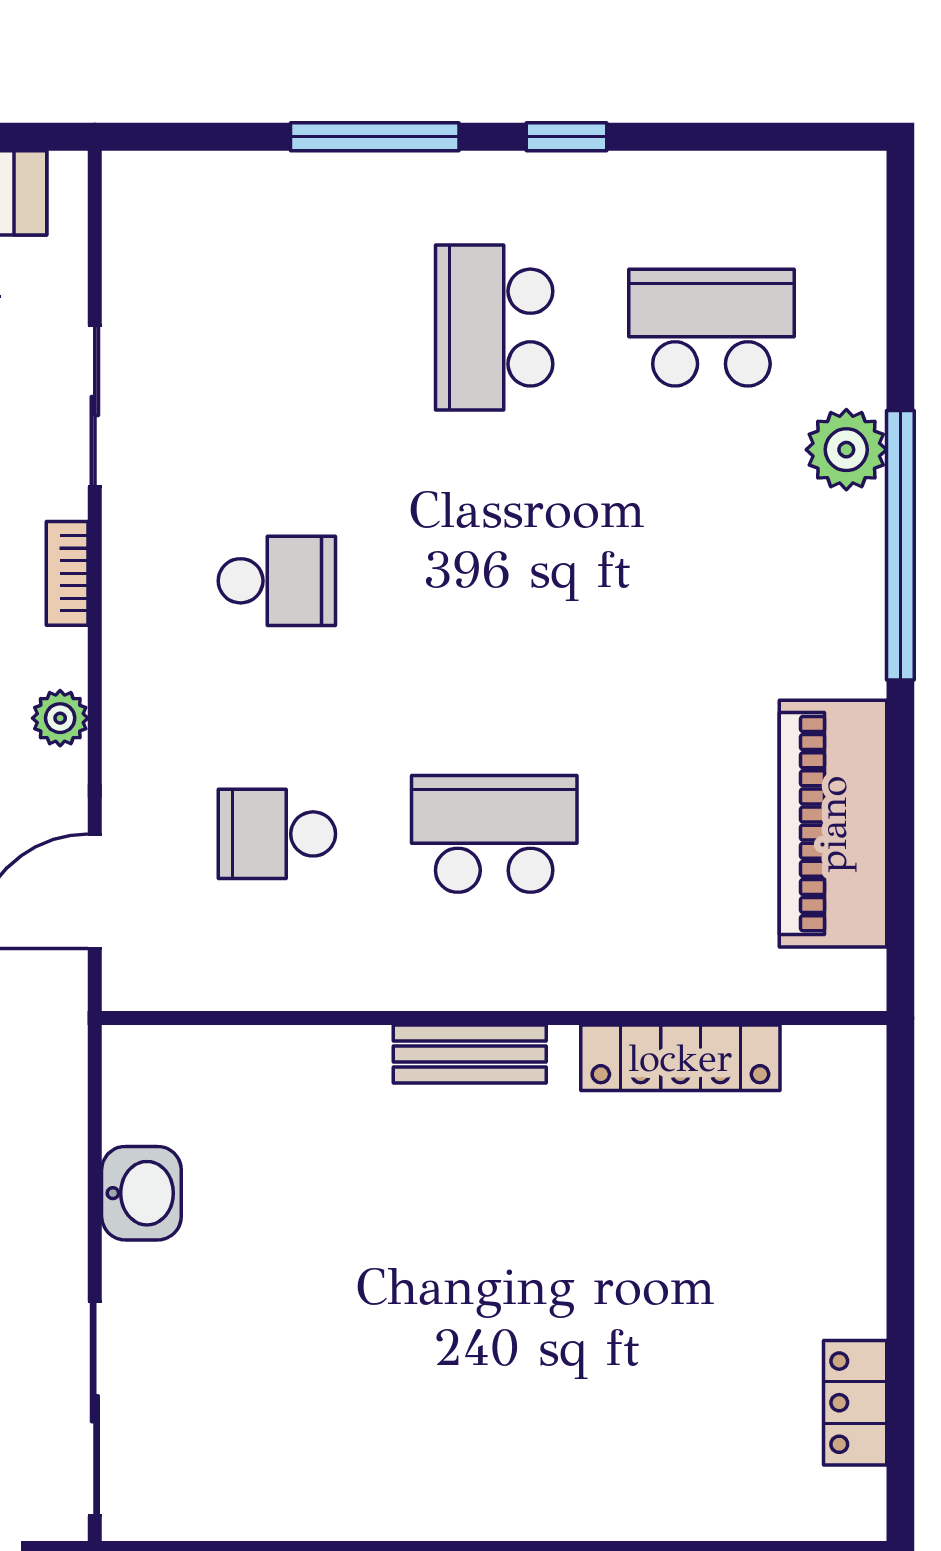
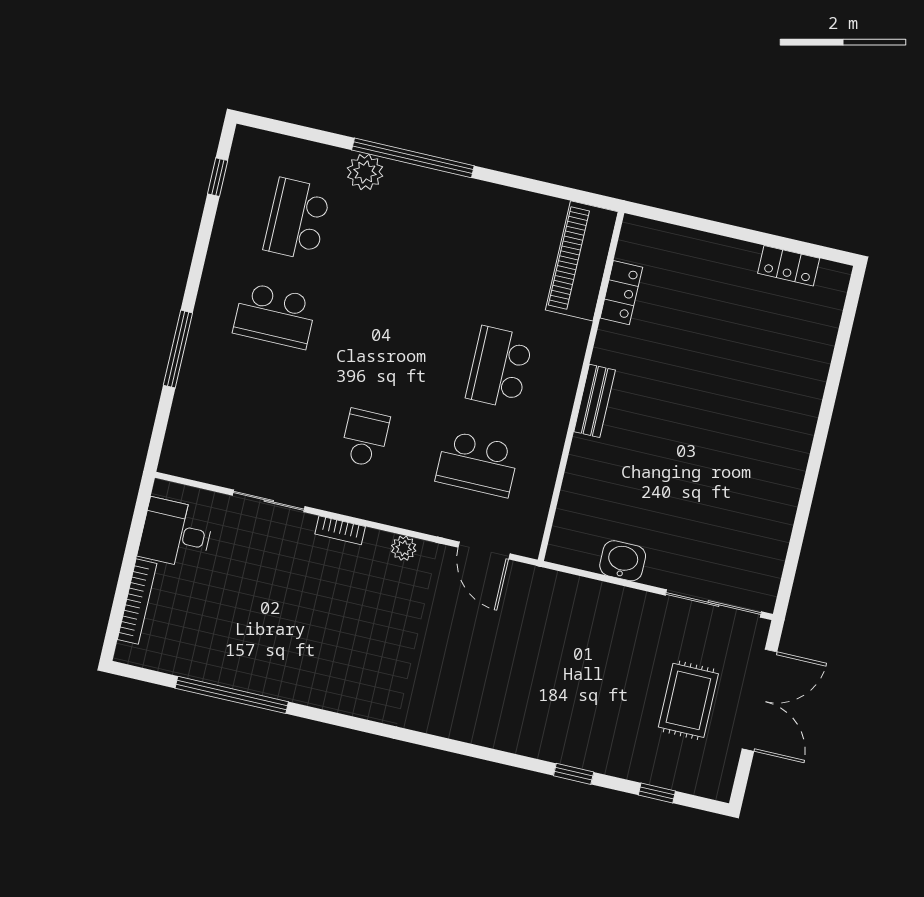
window: (567, 137) -> (218, 177), moved
piano: (833, 824) -> (582, 261), moved, turned 90
school desk: (277, 834) -> (477, 464), width x1.85
locker: (680, 1058) -> (621, 293), width x0.66

